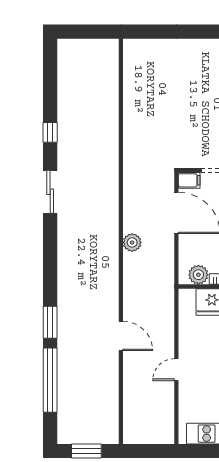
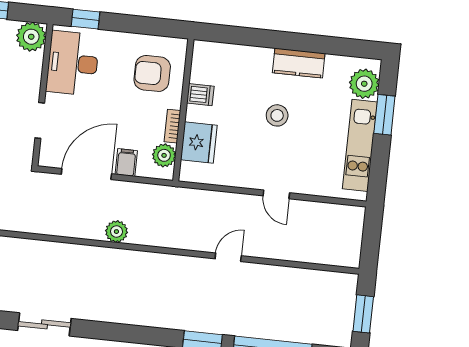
filing cabinet: (189, 180) -> (126, 163), moved
door: (121, 336) -> (228, 257), width x0.73

